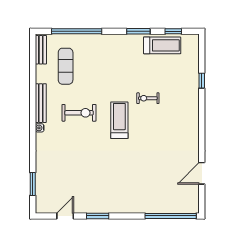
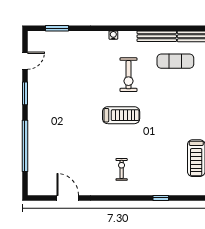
exercise bike: (148, 98) -> (122, 169), moved
bench: (41, 103) -> (157, 36), moved
door: (65, 216) -> (25, 61), hinge flipped
window: (171, 216) -> (25, 146), moved

